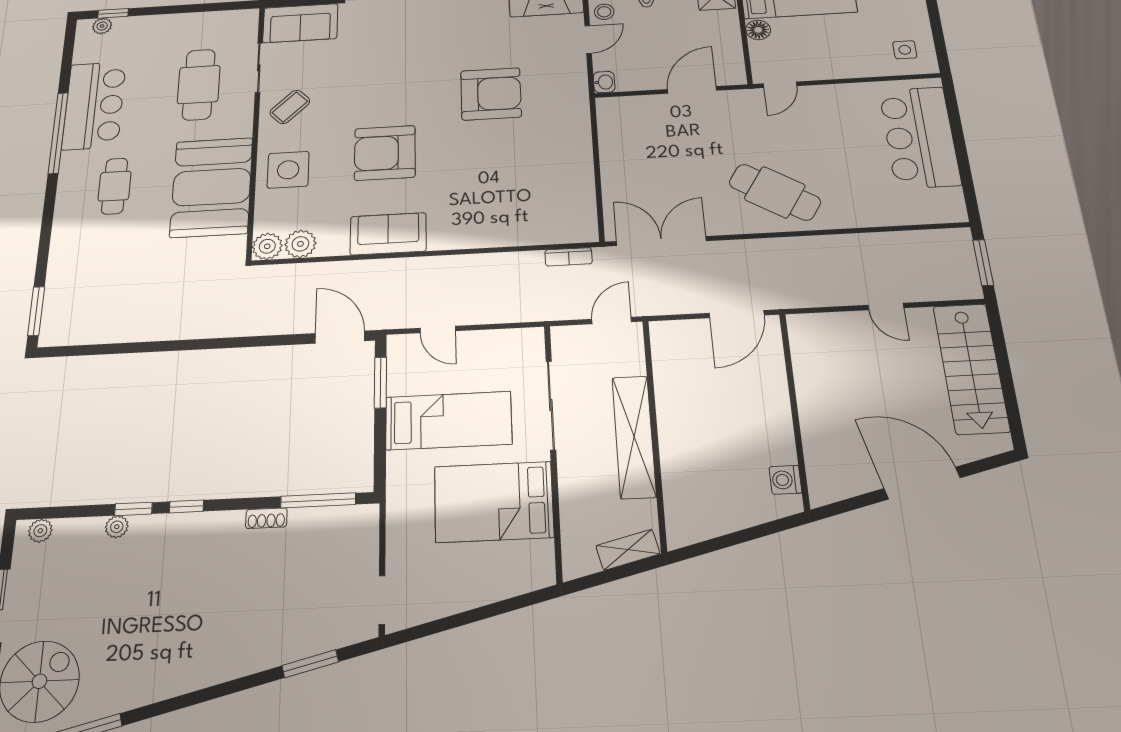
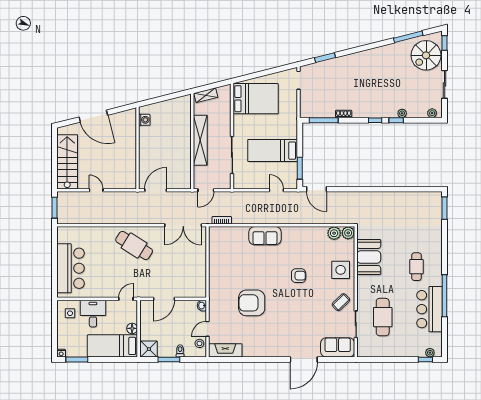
desk: (852, 52) -> (93, 314), added
armchair: (385, 153) -> (299, 276), width x0.53, depth x0.53
booth: (212, 187) -> (369, 257), width x0.73, depth x0.70
sofa: (388, 234) -> (265, 236), moved
bed: (494, 502) -> (256, 99), moved

